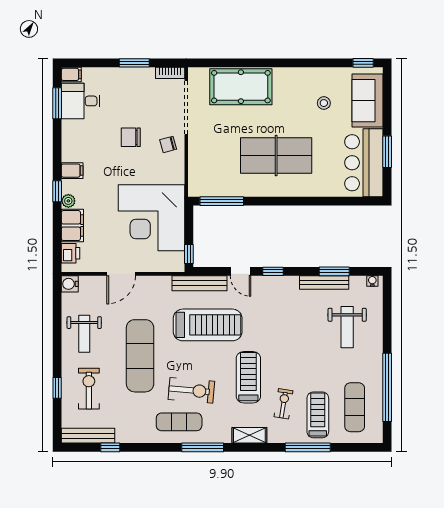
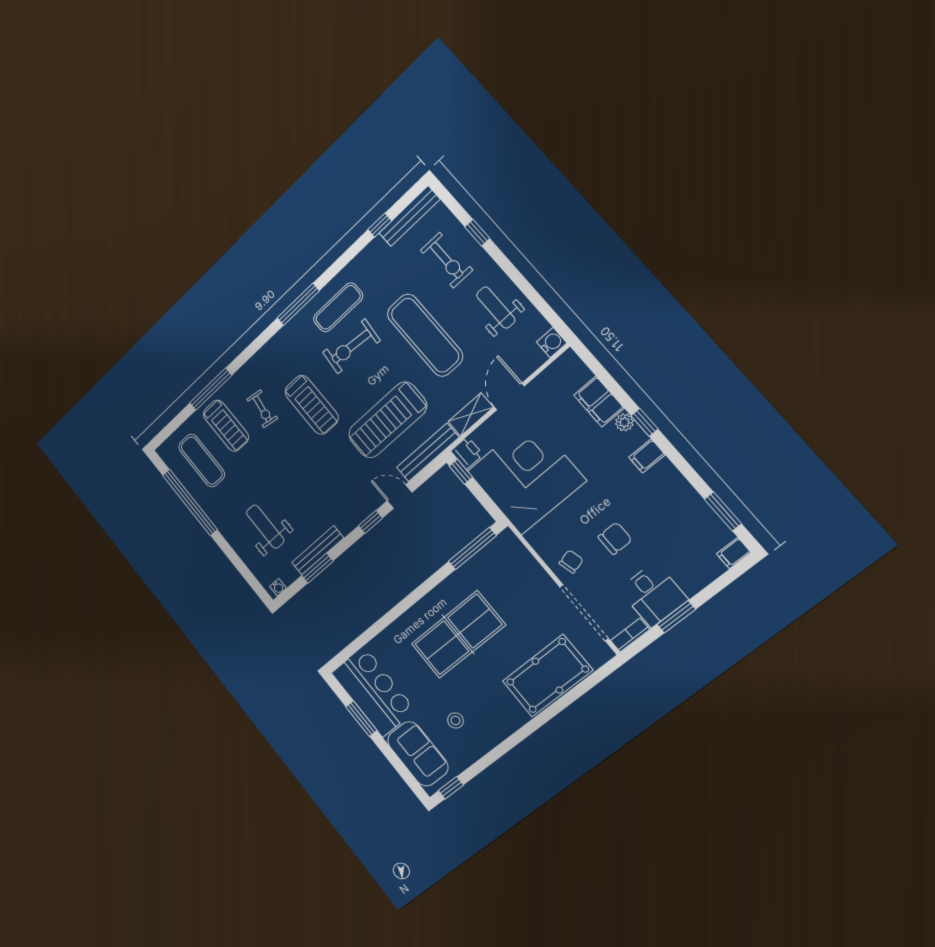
desk: (81, 101) -> (653, 595), moved, turned 90
printer: (71, 253) -> (467, 453), moved, turned 180
shelving: (249, 435) -> (471, 415), moved

